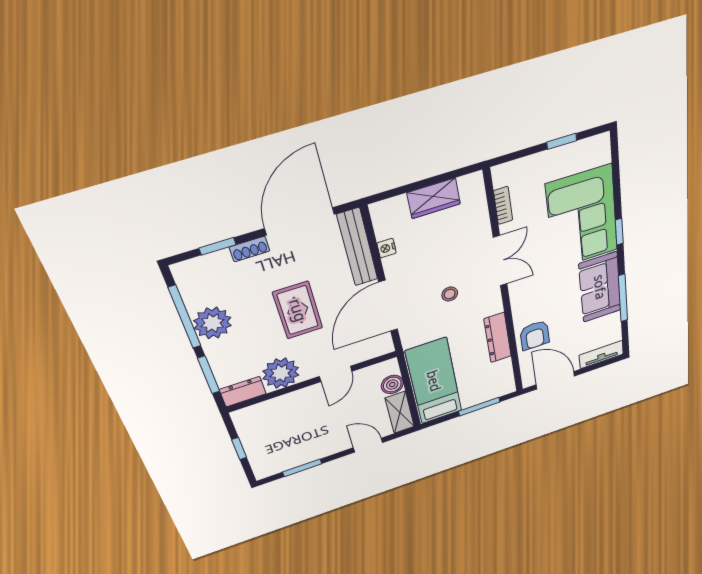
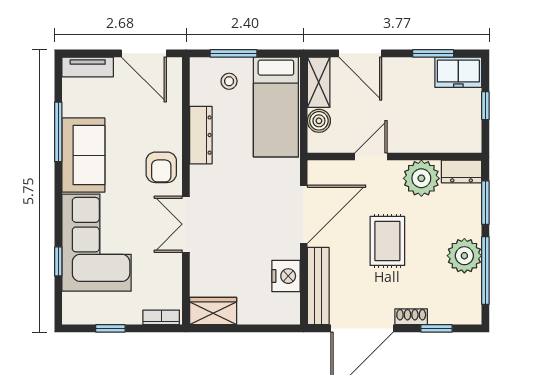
wardrobe: (434, 198) -> (213, 311), moved
bookcase: (503, 205) -> (161, 317), moved, turned 90
window: (619, 232) -> (58, 261), moved
nightstand: (387, 248) -> (286, 276), width x1.89, depth x1.79
stool: (450, 294) -> (229, 81), moved
armchair: (535, 335) -> (161, 167), moved, turned 180
door: (368, 445) -> (360, 53), width x1.38
freezer: (274, 463) -> (458, 72), added

